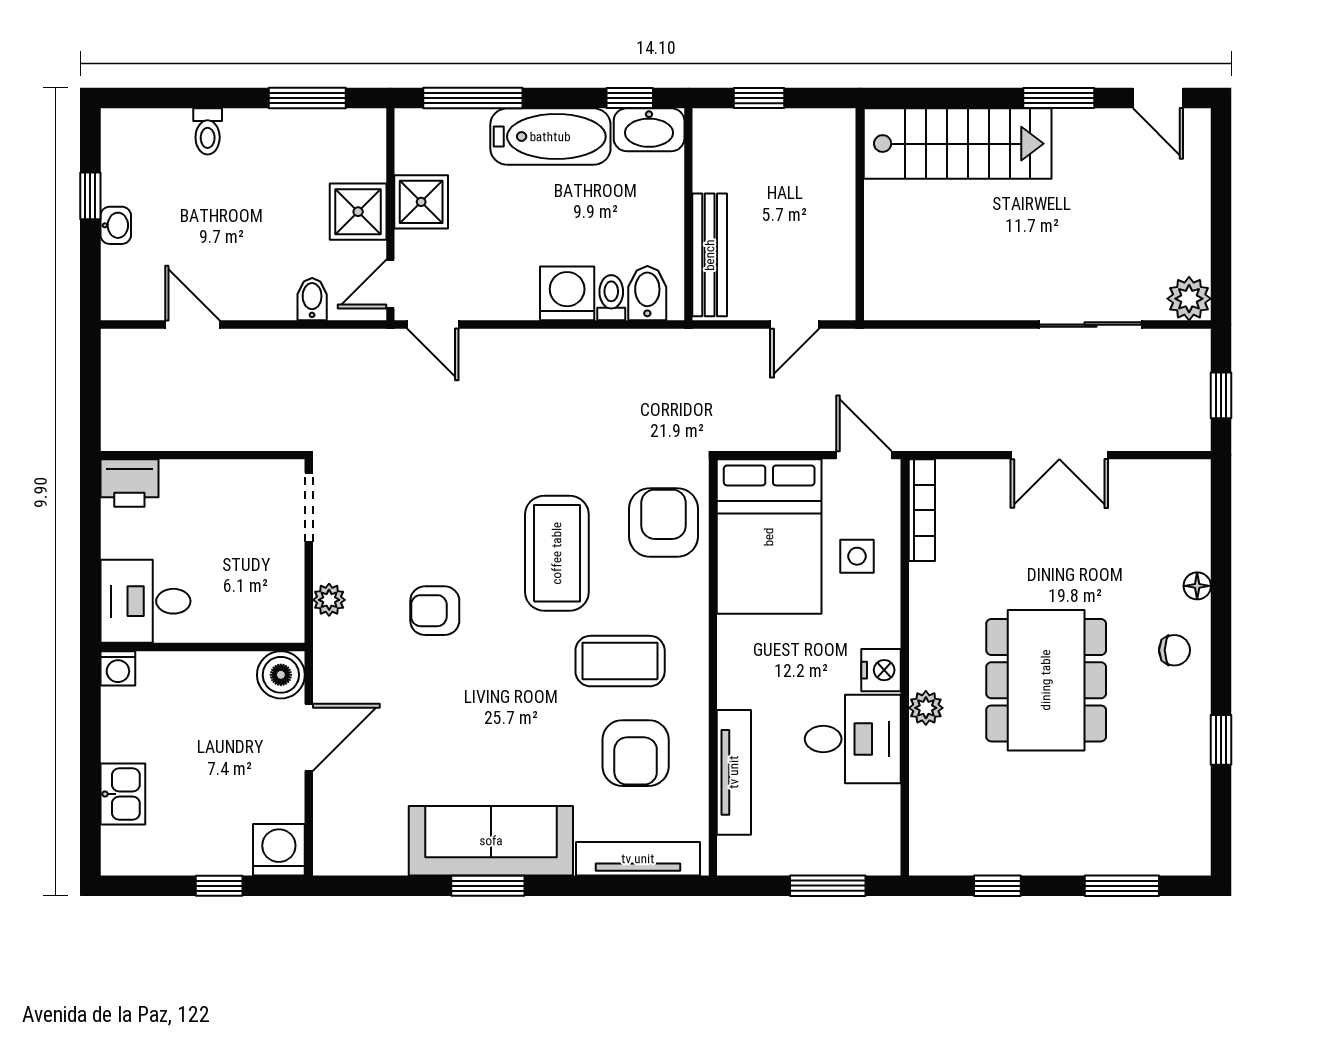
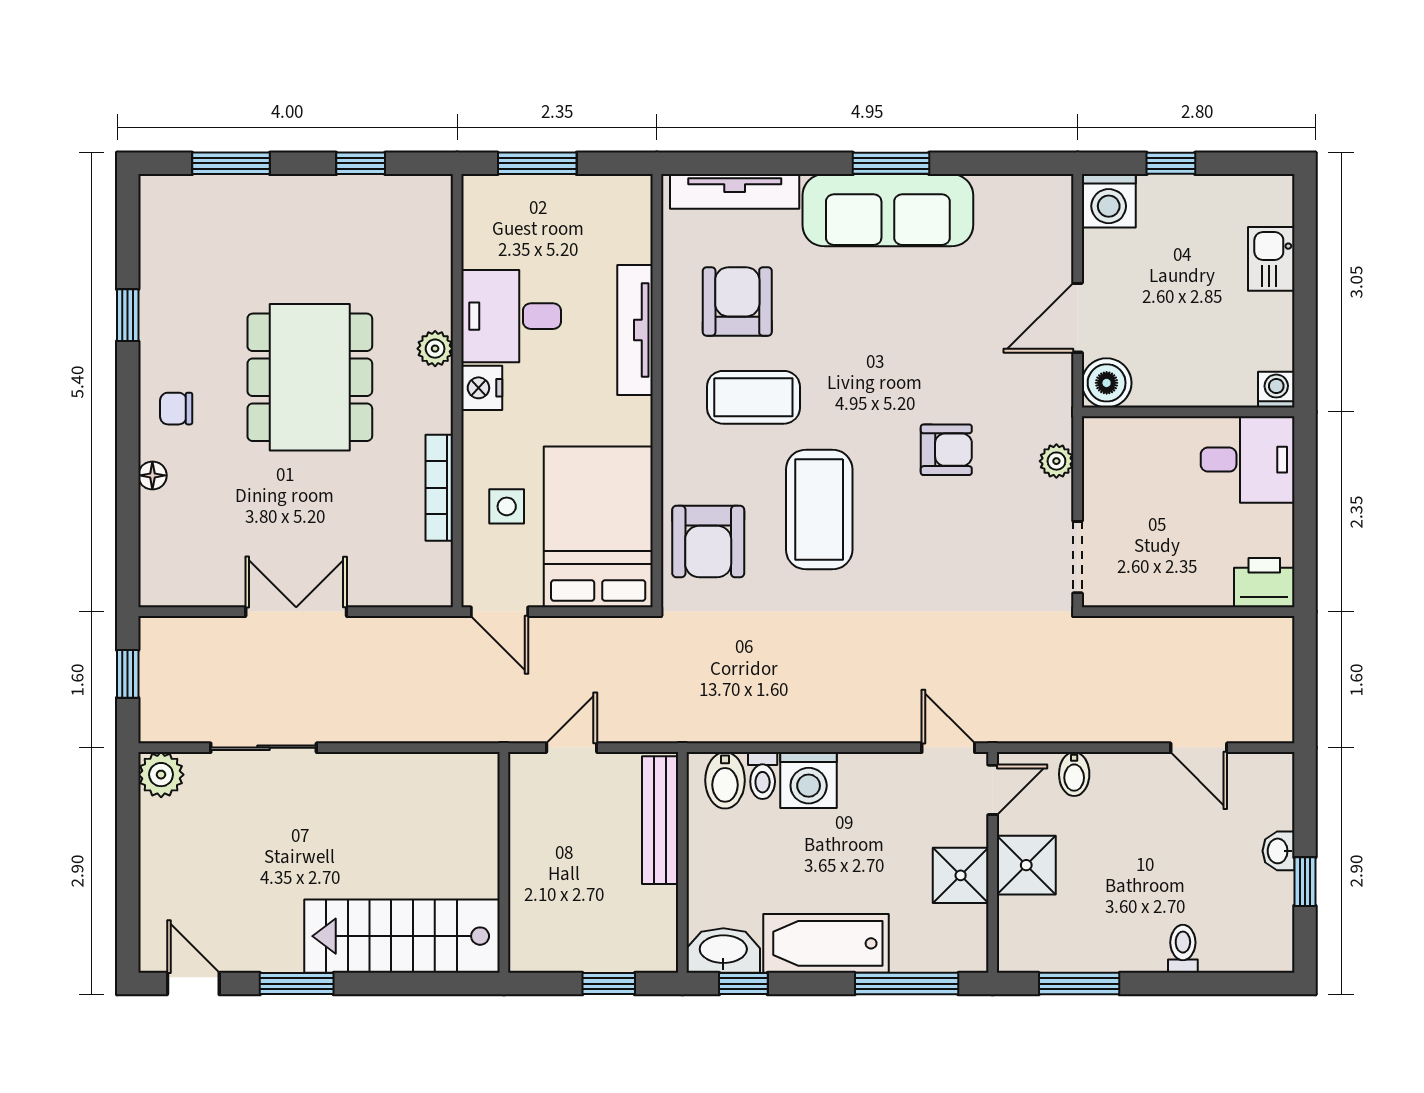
bookcase: (922, 510) -> (439, 488), moved
tv unit: (734, 772) -> (635, 330), moved

